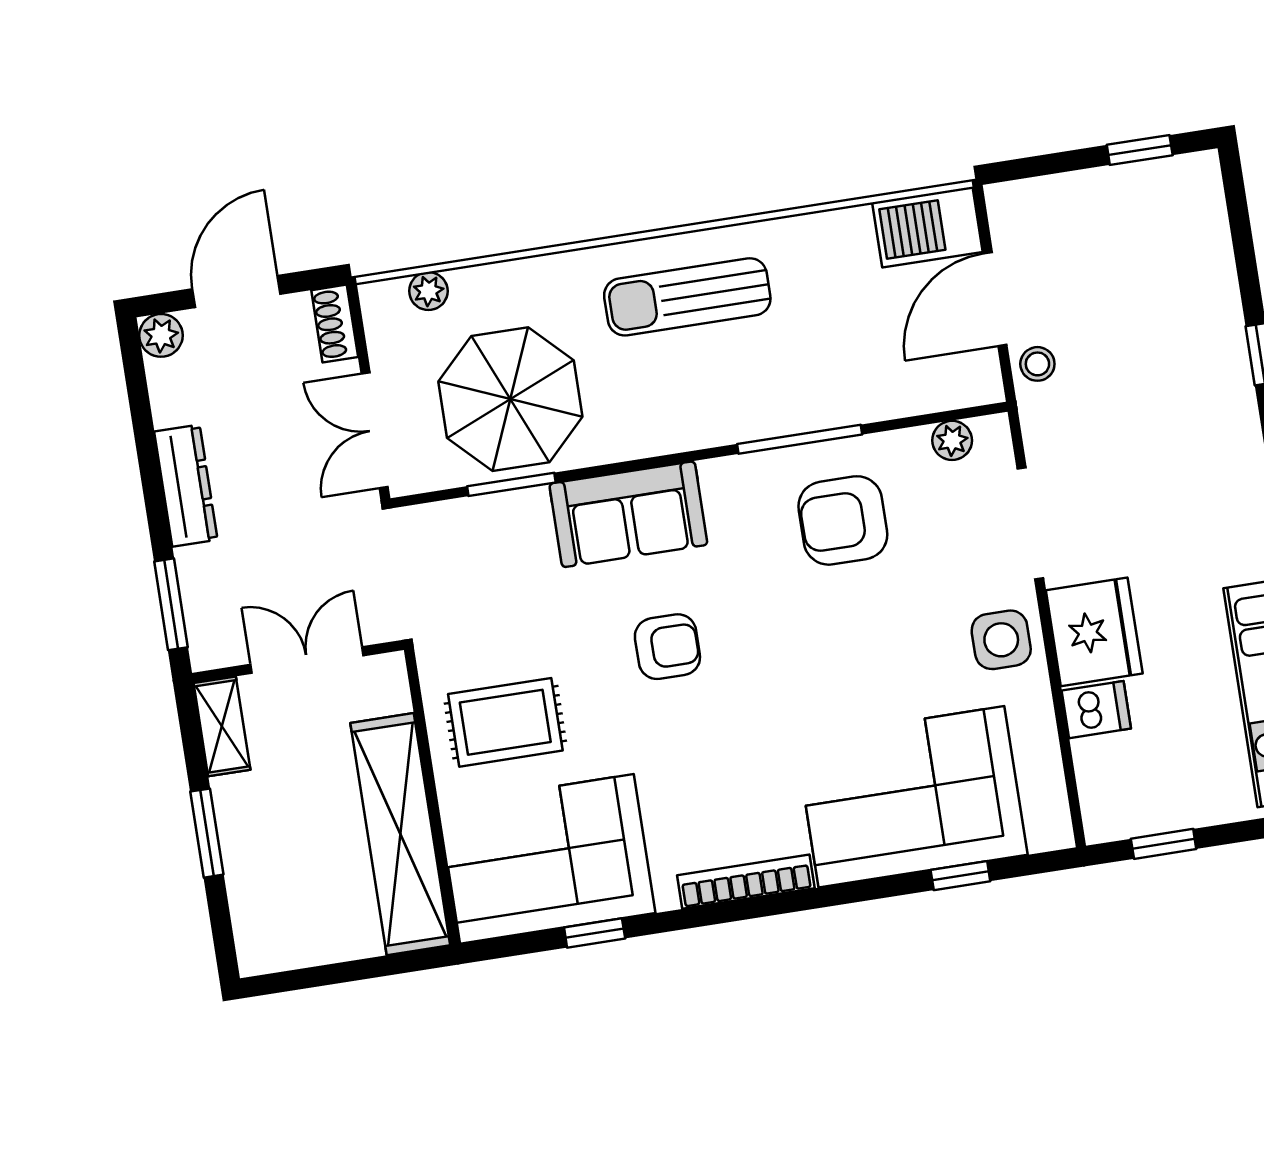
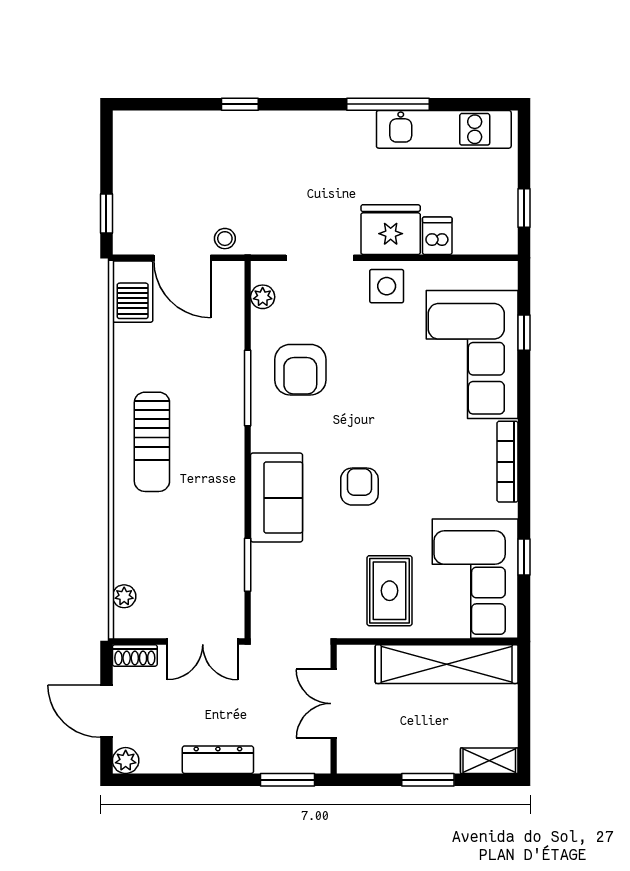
window: (1140, 150) -> (106, 214), moved
parasol: (510, 399) -> (197, 557), removed
shelving: (222, 726) -> (489, 761), moved

